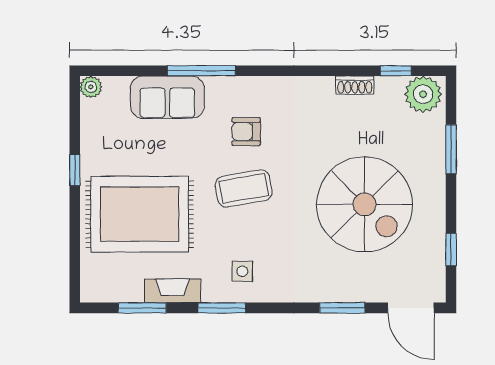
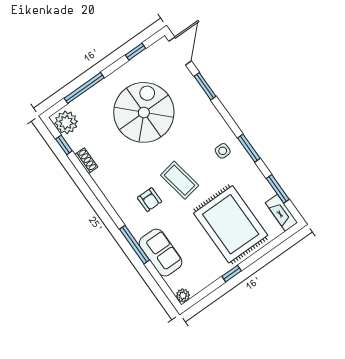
window: (451, 149) -> (84, 88), width x1.44
fireplace: (173, 291) -> (281, 213), moved

